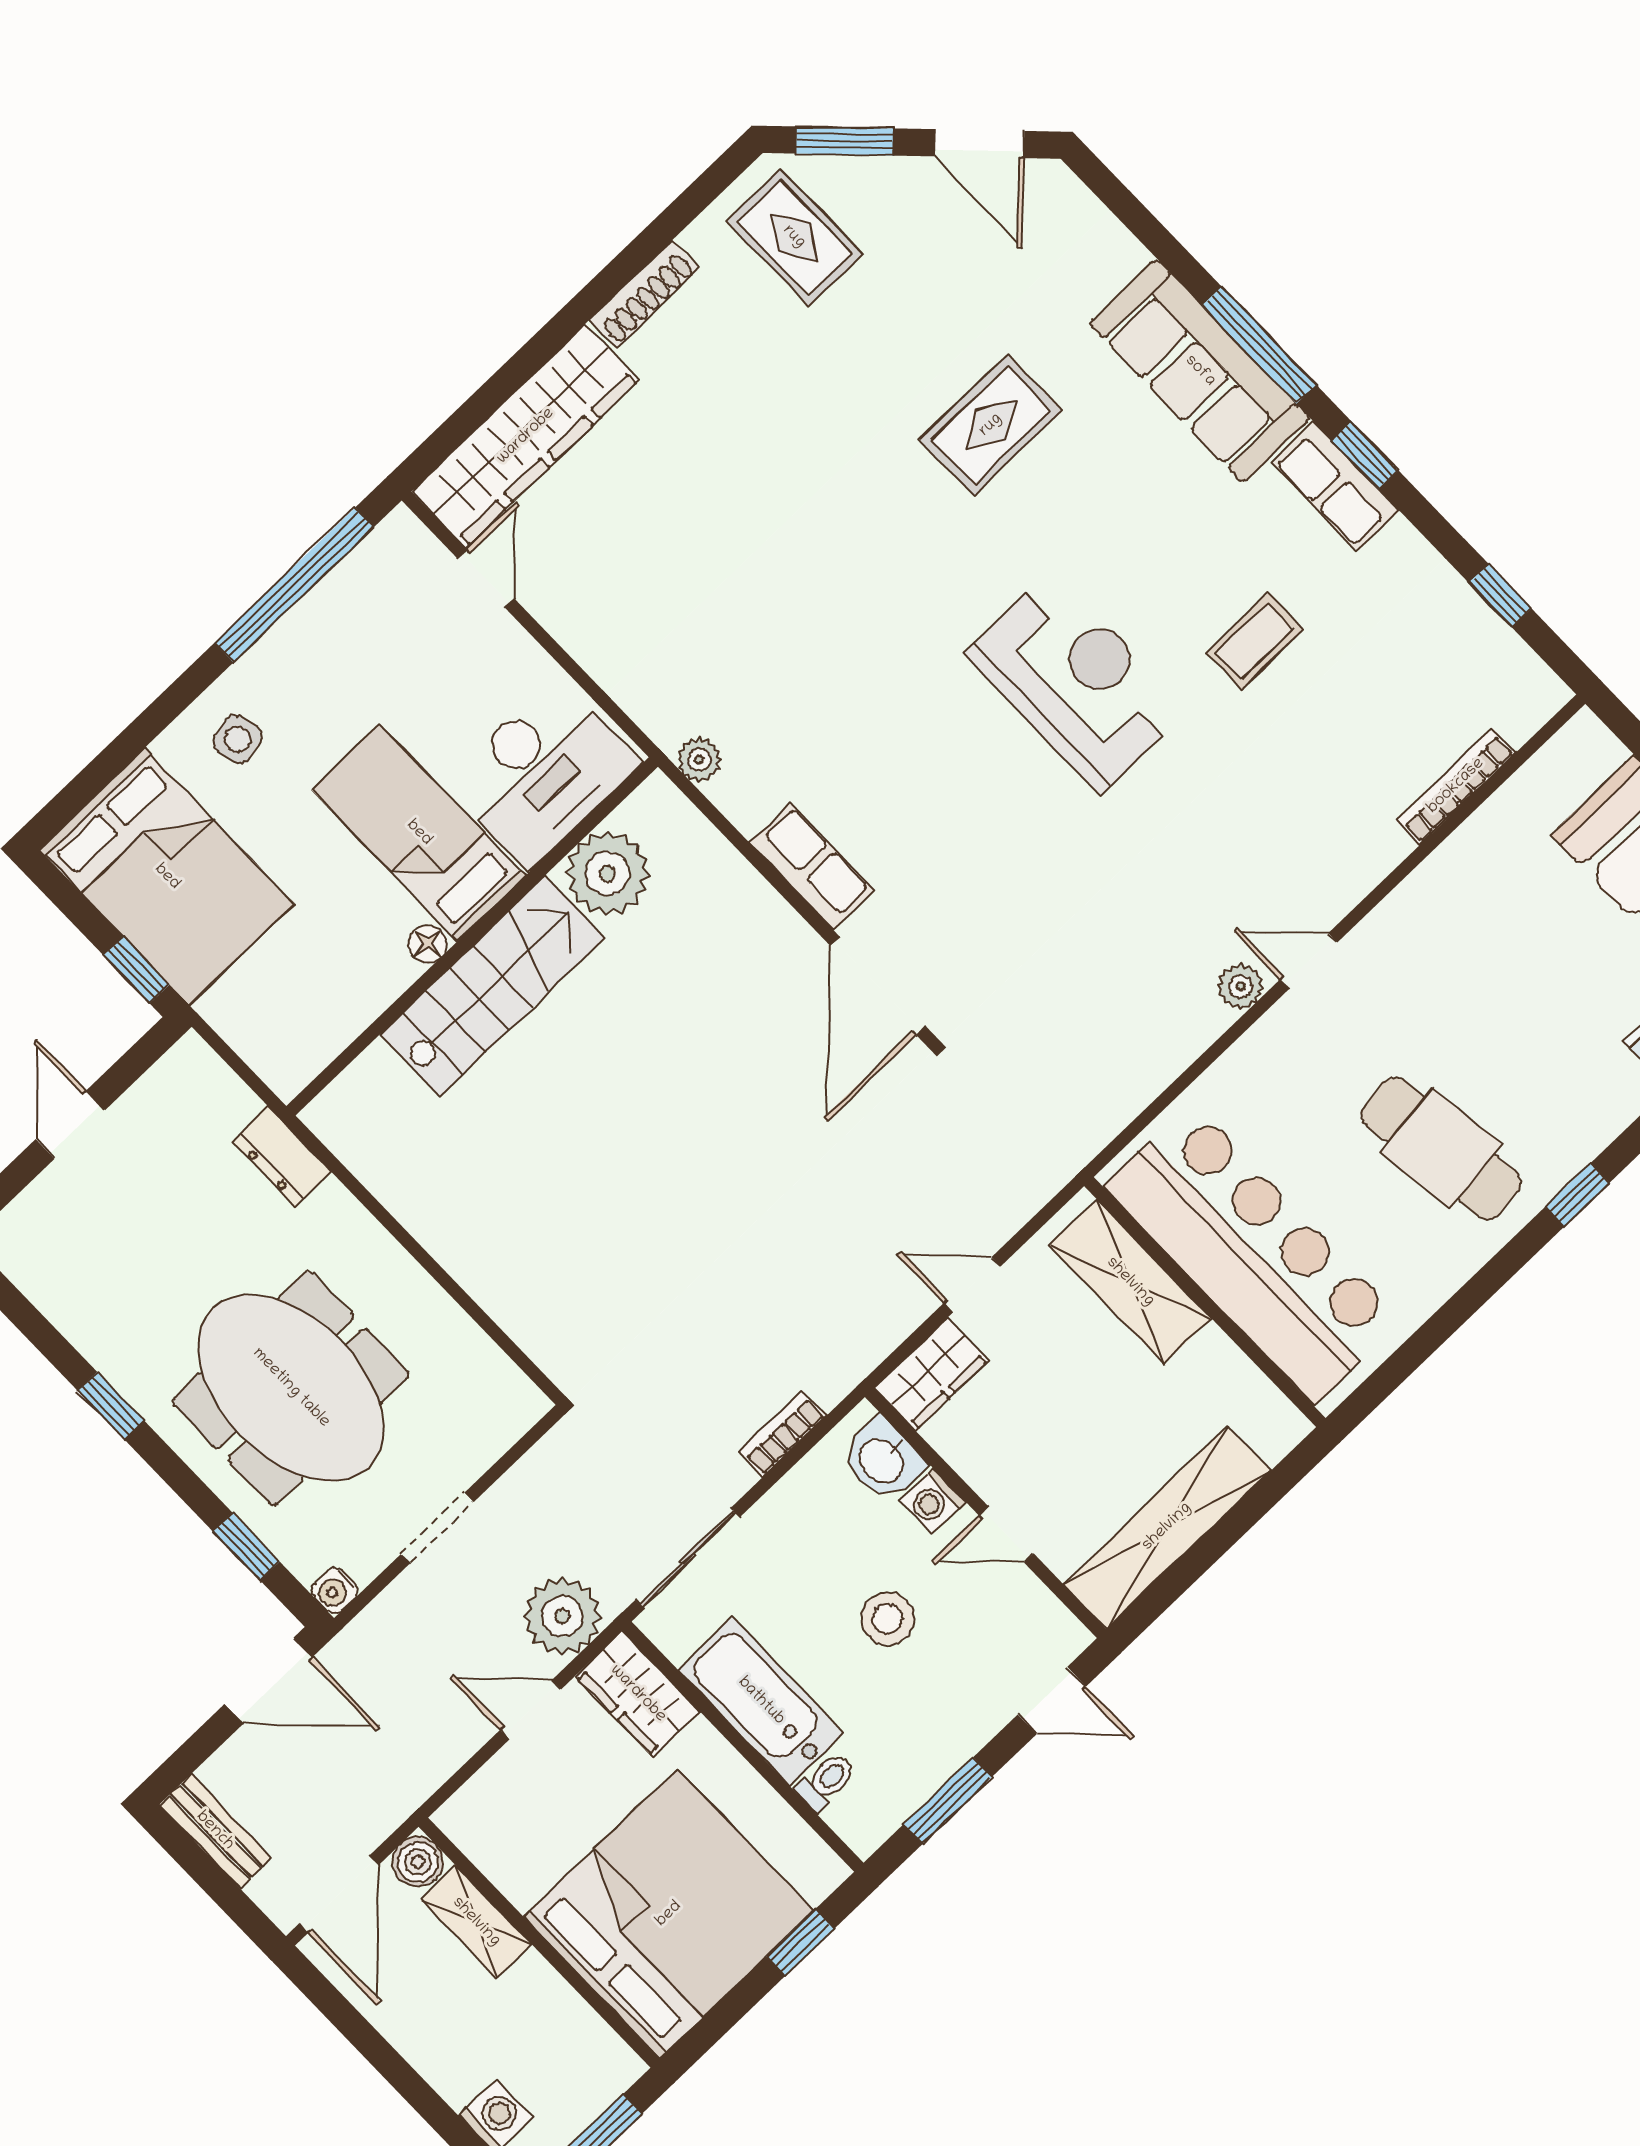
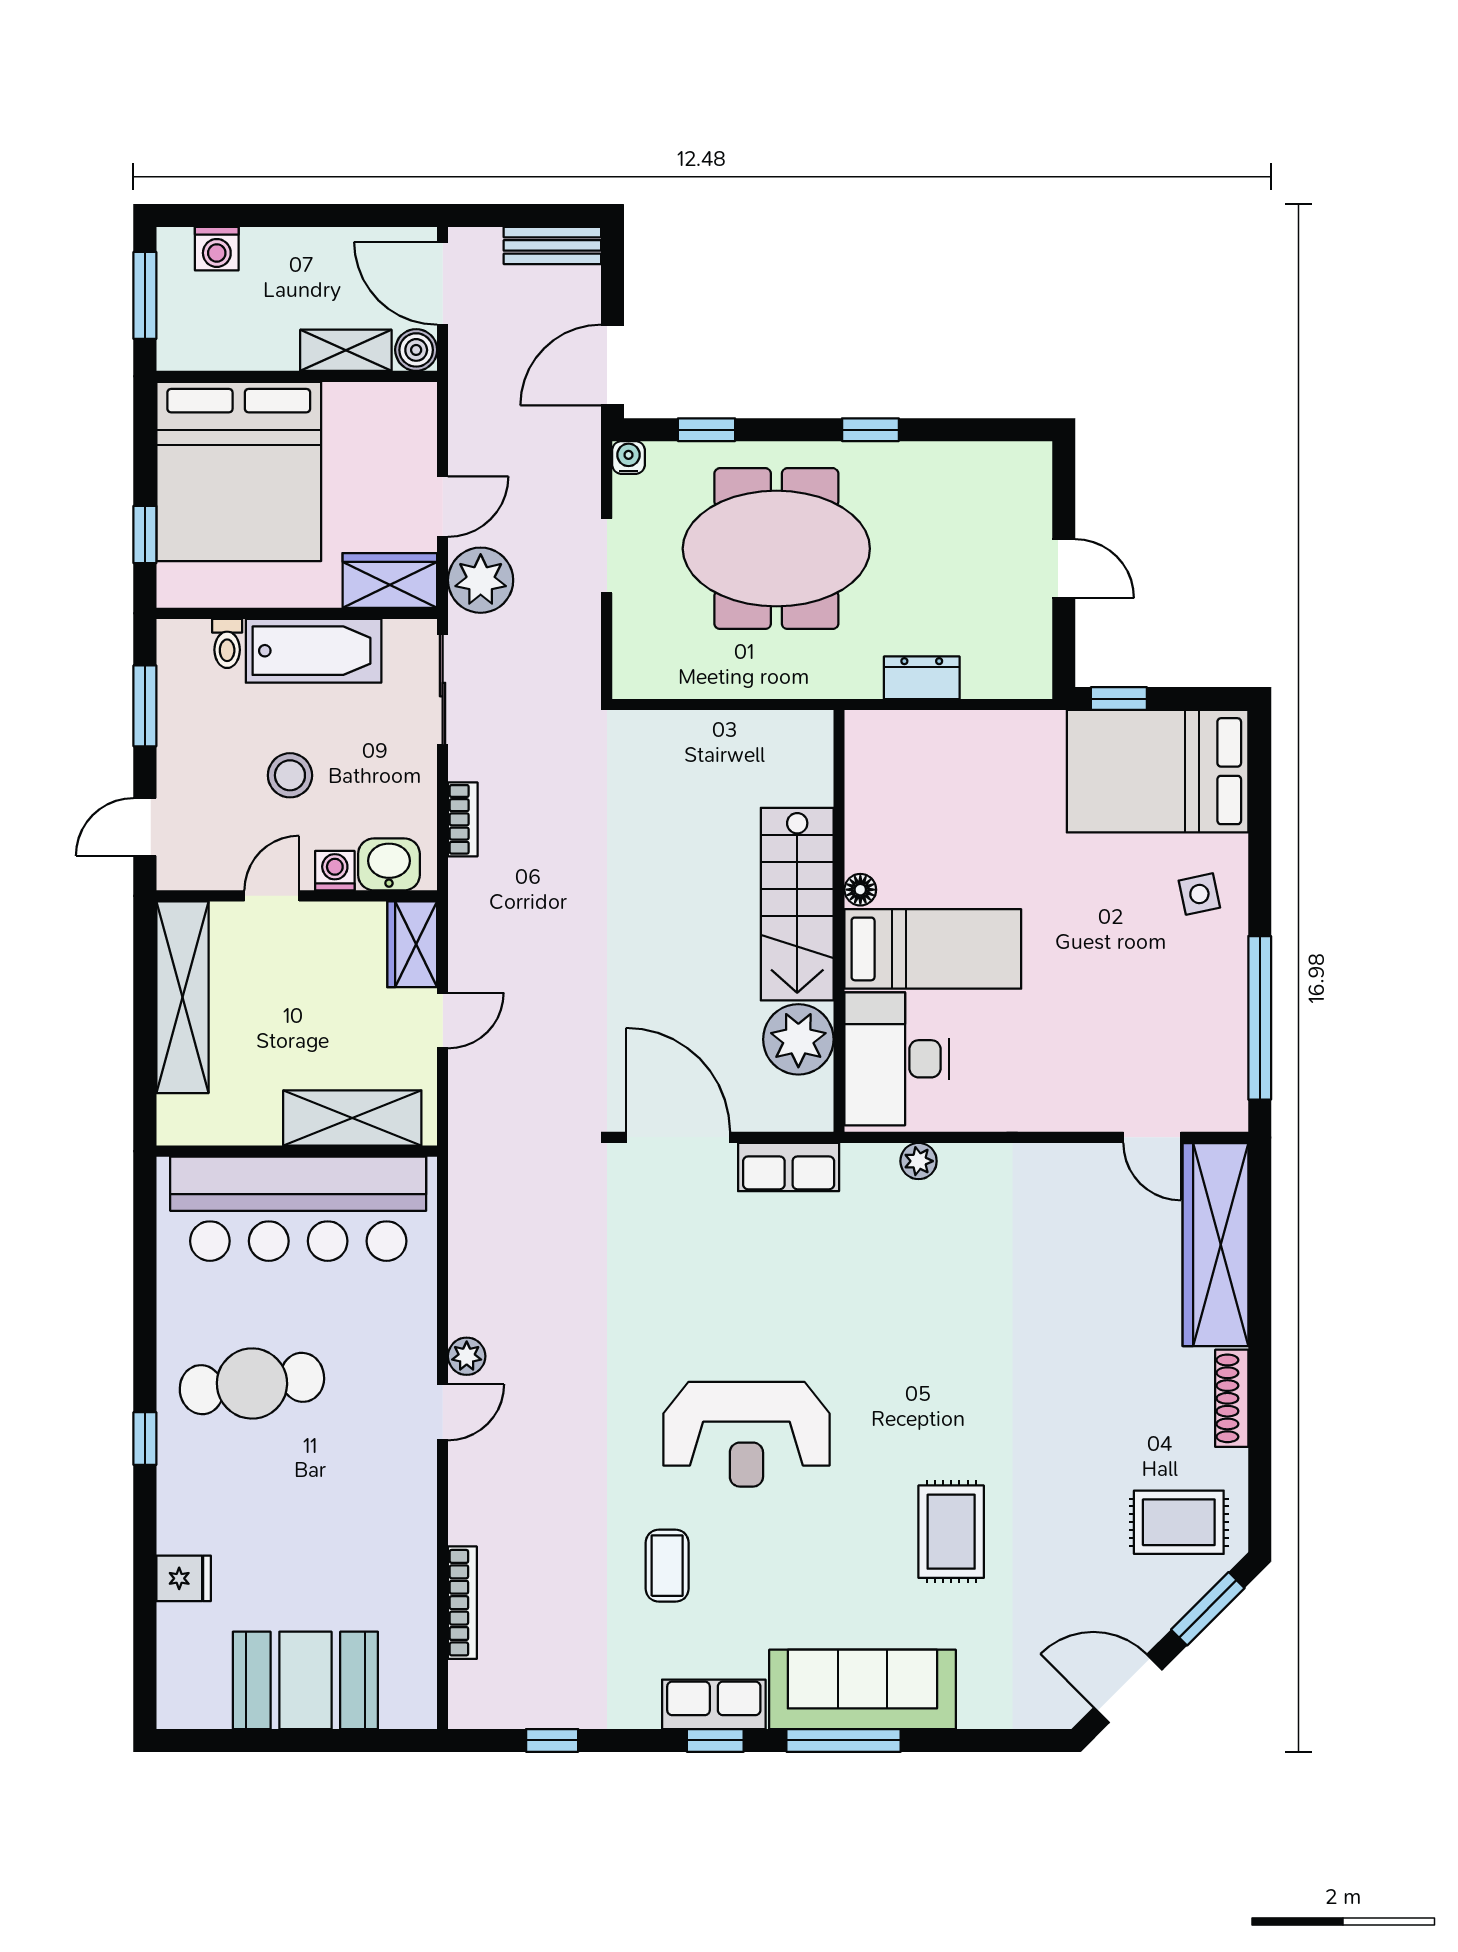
desk: (543, 773) -> (897, 1059), moved
bed: (419, 833) -> (933, 949), moved
plant: (607, 873) -> (798, 1039), moved
wall: (472, 936) -> (839, 921), moved
floor lamp: (428, 944) -> (860, 890), moved
stairs: (492, 986) -> (797, 904), moved

